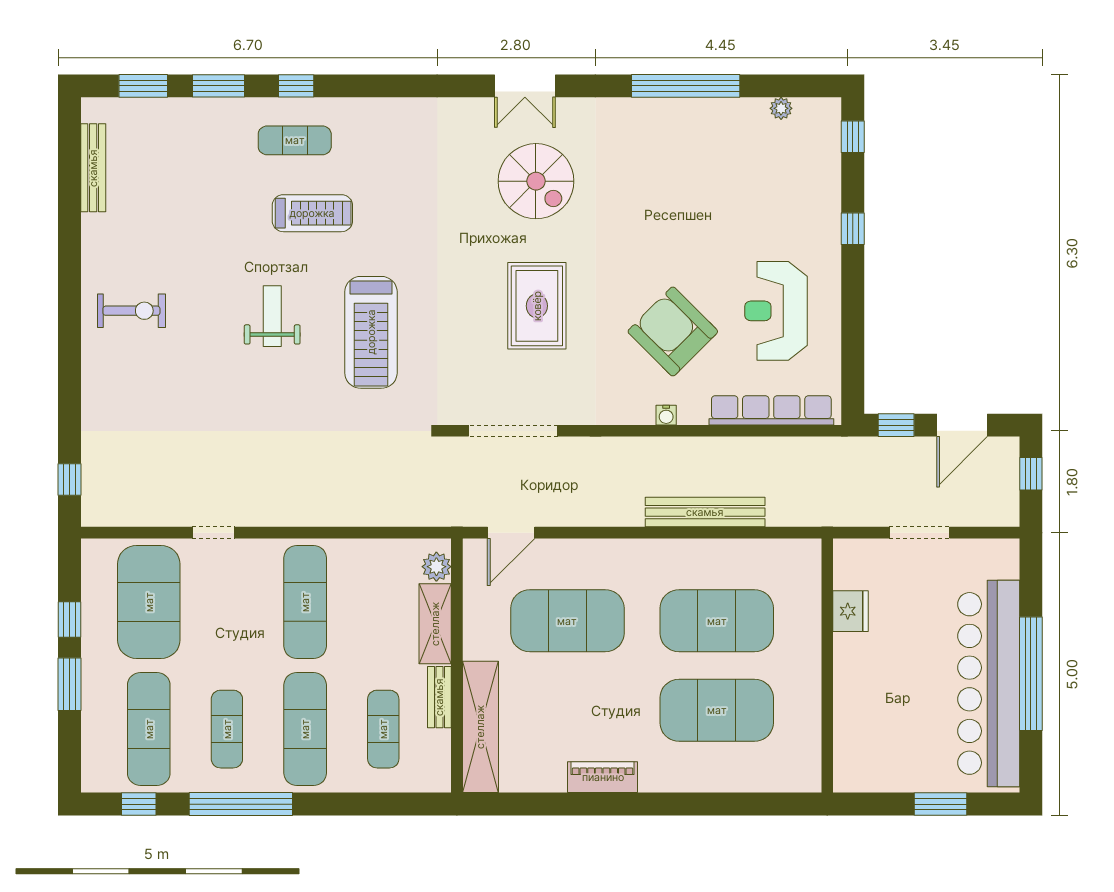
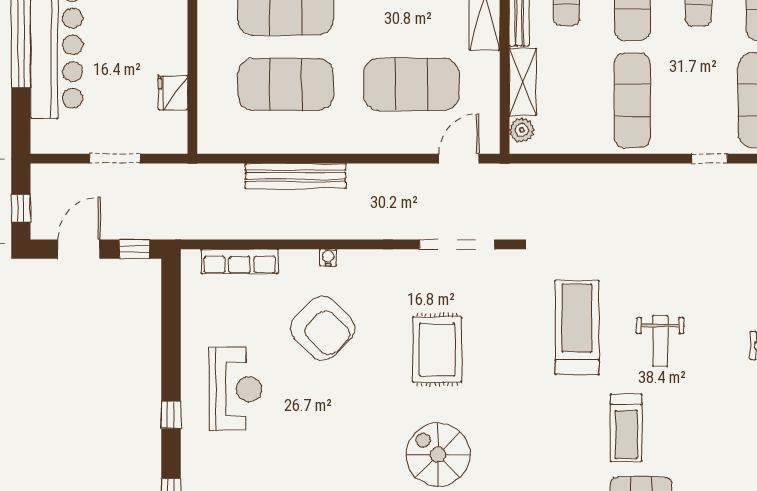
treadmill: (312, 213) -> (626, 428), turned -90
reception desk: (776, 311) -> (235, 389), moved
row of seats: (771, 410) -> (240, 262), width x0.73

